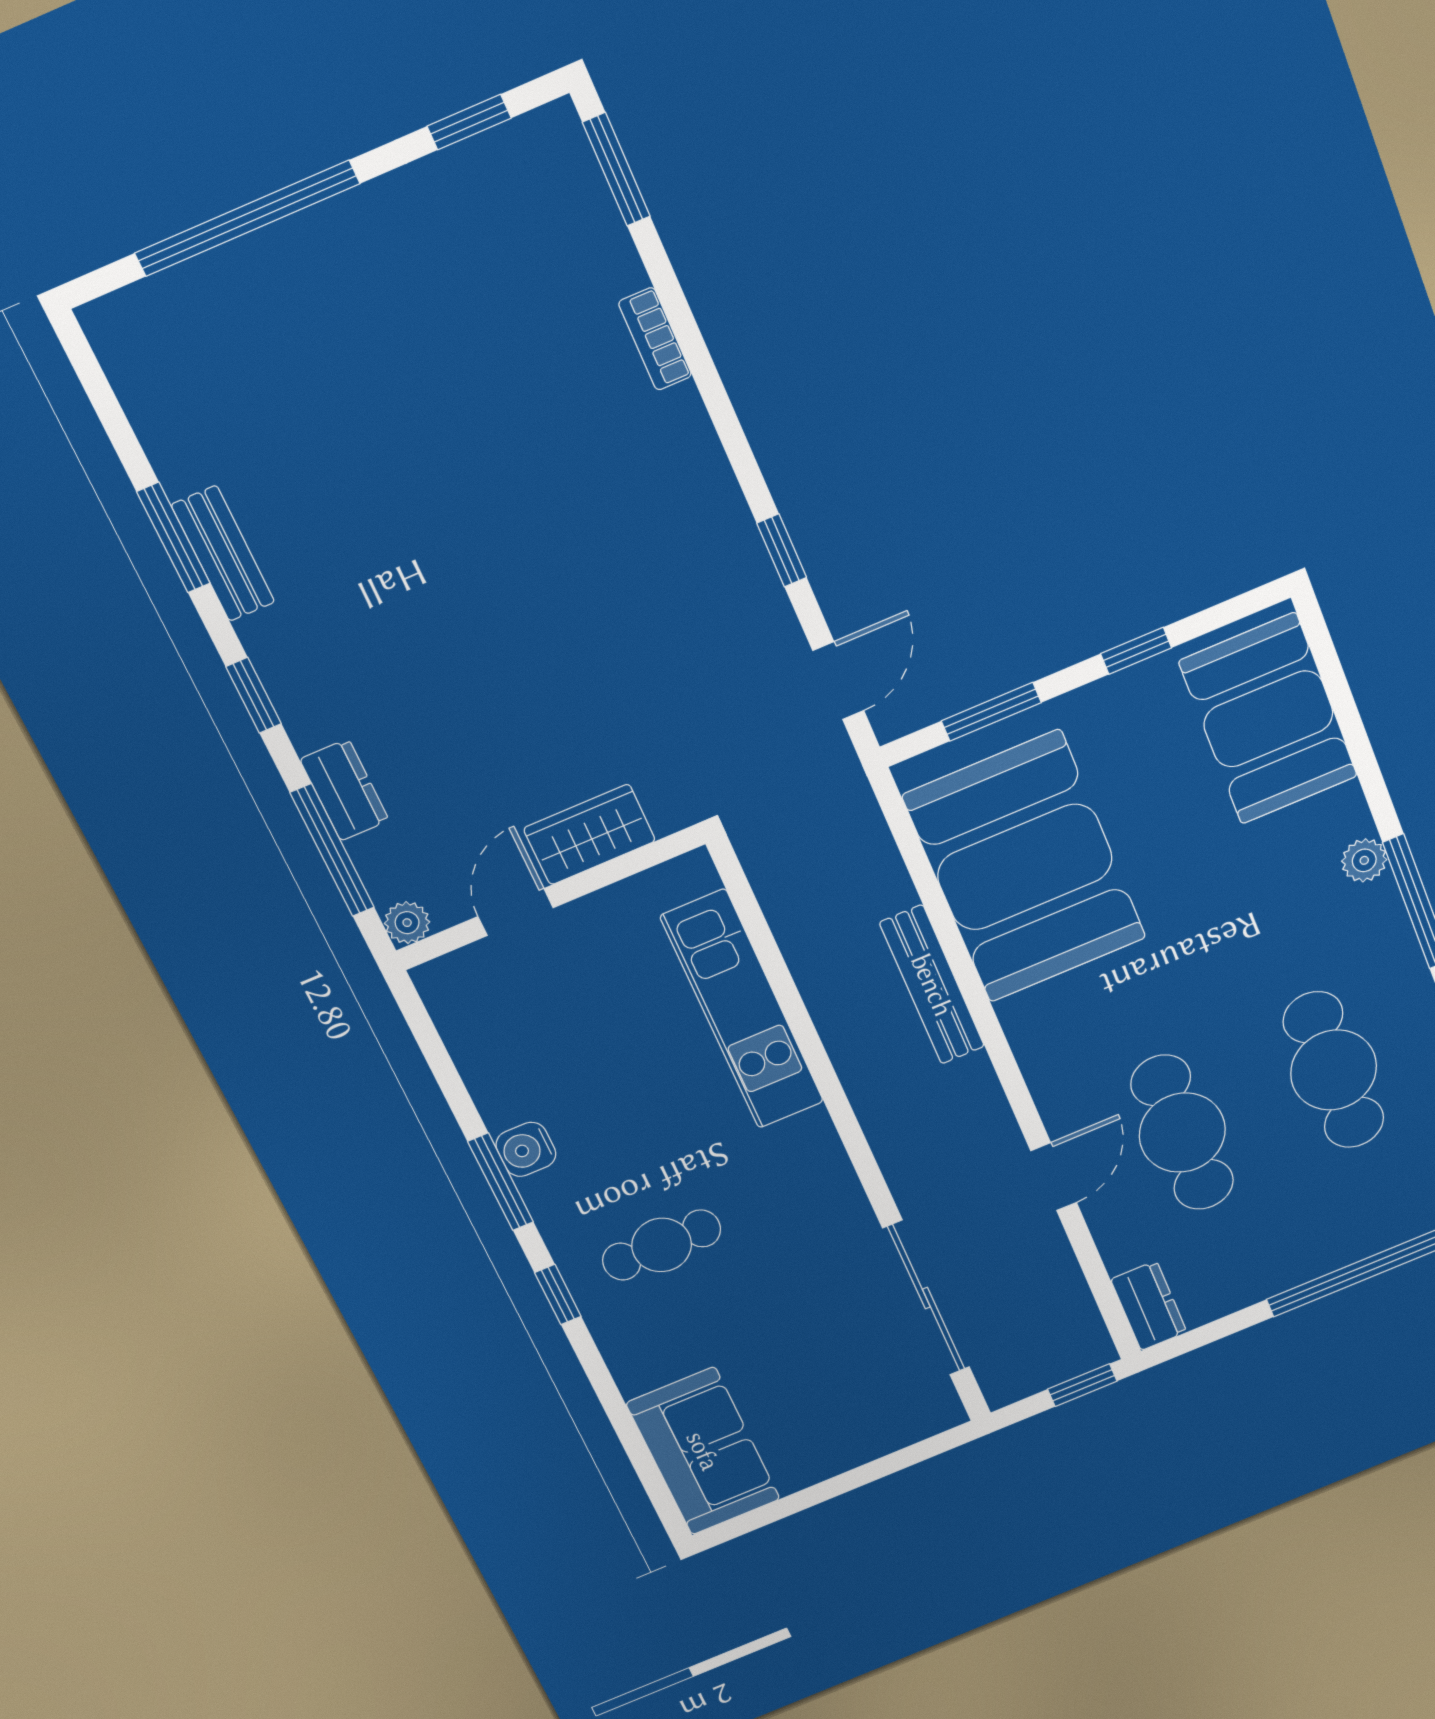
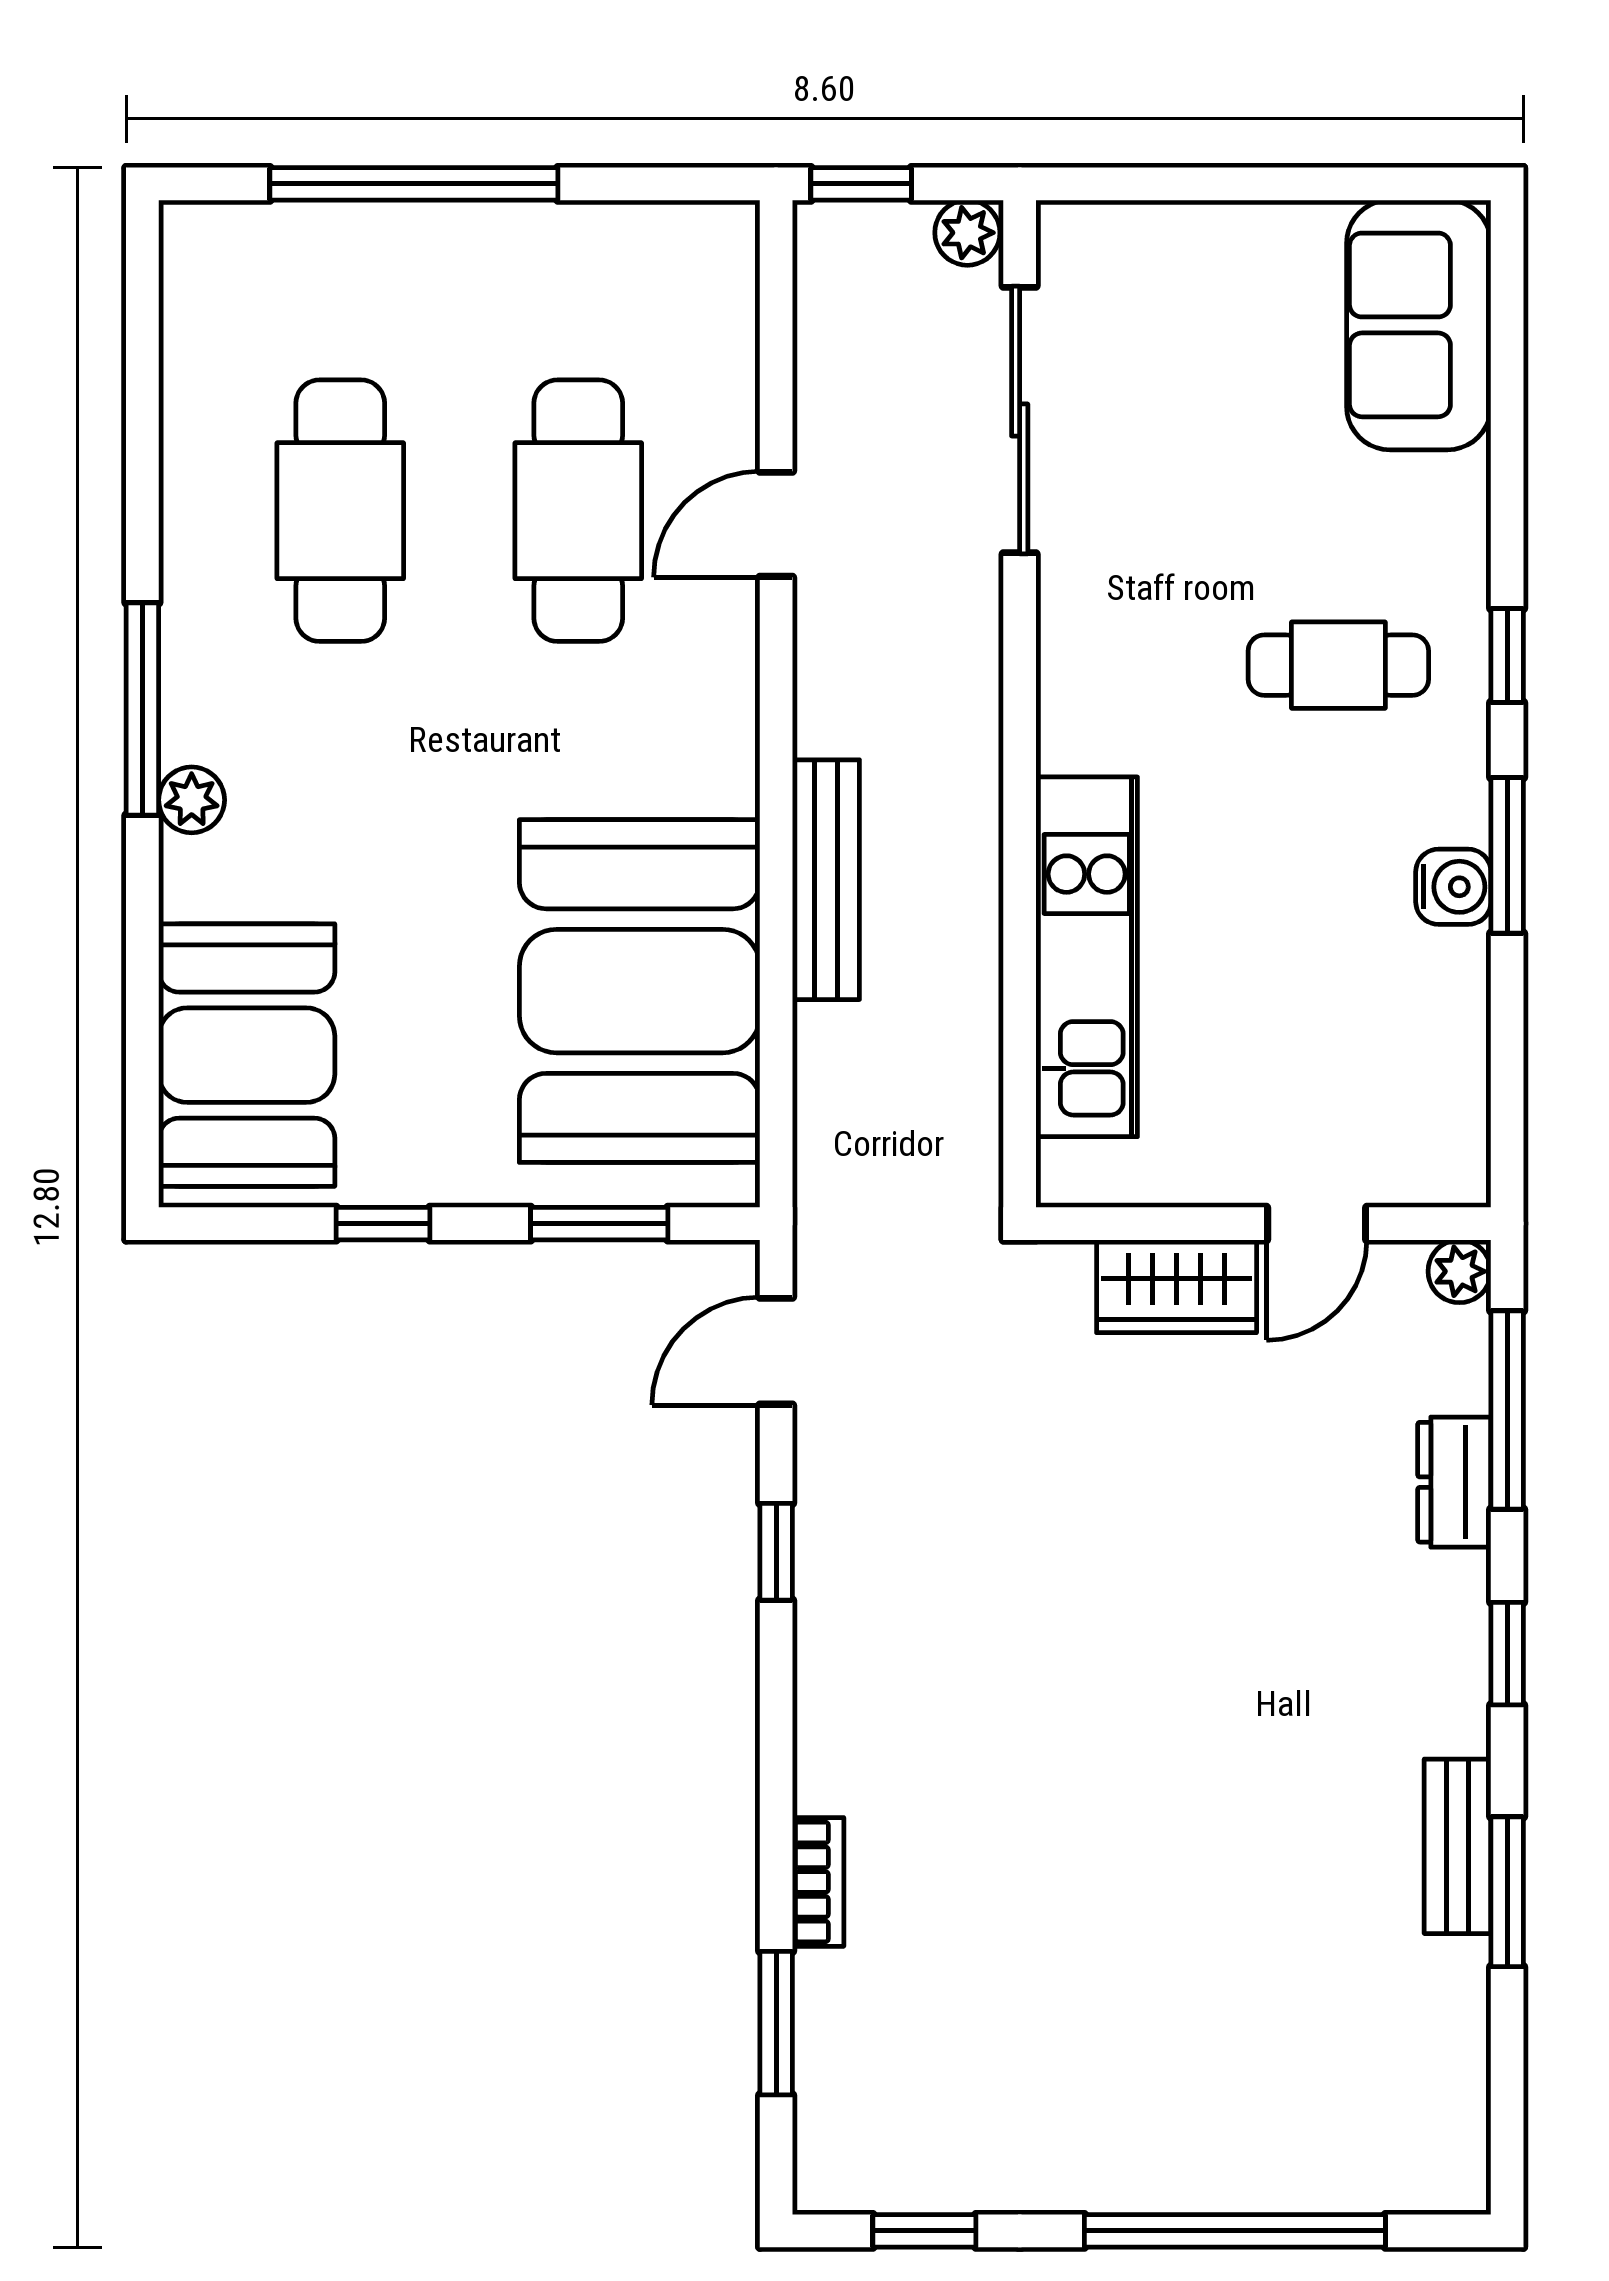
window: (616, 169) -> (776, 2023), moved
dresser: (1149, 1306) -> (723, 266), removed
plant: (1005, 1386) -> (967, 233), added

